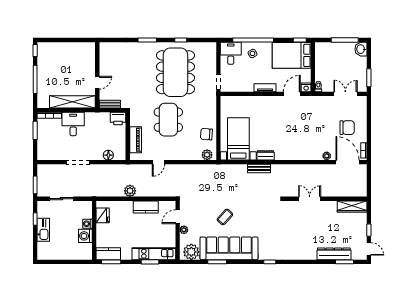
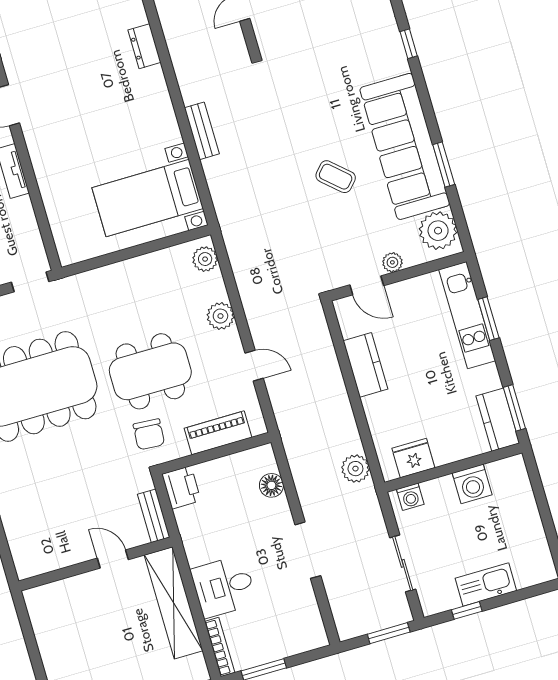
chair: (206, 134) -> (149, 434), moved
plant: (182, 154) -> (220, 316), added
dresser: (266, 155) -> (144, 46), moved
plant: (130, 191) -> (355, 469), moved
washing machine: (87, 224) -> (410, 497), moved

